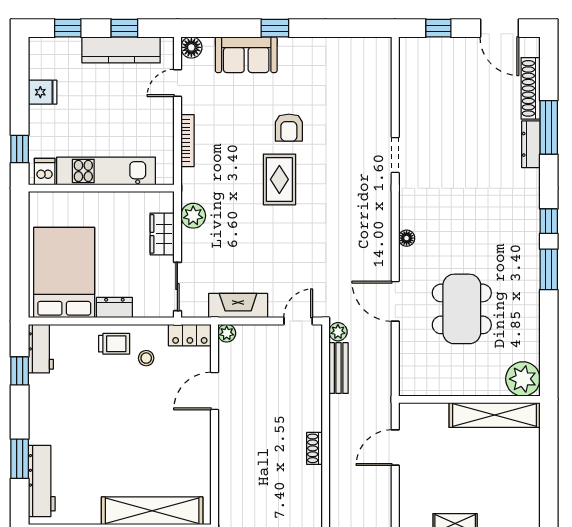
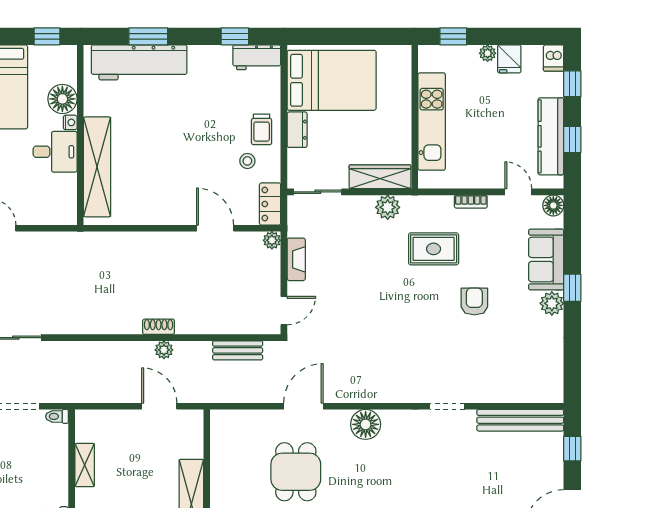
plant: (291, 49) -> (552, 303), added
bench: (409, 81) -> (520, 420), added
plant: (37, 114) -> (488, 53), added
armchair: (289, 128) -> (474, 301), turned 90
bookcase: (187, 141) -> (471, 202), width x0.64
dishwasher: (45, 172) -> (554, 58), moved, turned 90
rug: (279, 179) -> (434, 249), moved
wardrobe: (162, 234) -> (380, 177), width x1.50
floor lamp: (407, 238) -> (366, 424), width x1.89, depth x1.89
fireplace: (238, 306) -> (296, 259), width x0.73, depth x0.76
dining table: (462, 309) -> (296, 472), width x0.73
door: (298, 321) -> (284, 311), hinge flipped
plant: (338, 332) -> (164, 350), moved
workbench: (42, 481) -> (139, 62), width x1.36, depth x1.32

